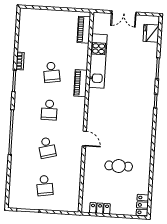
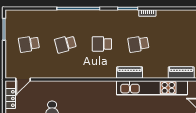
kitchen unit: (98, 61) -> (152, 88), width x1.36
door: (84, 139) -> (23, 79), moved

